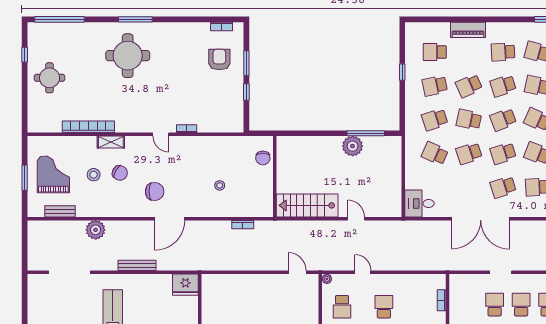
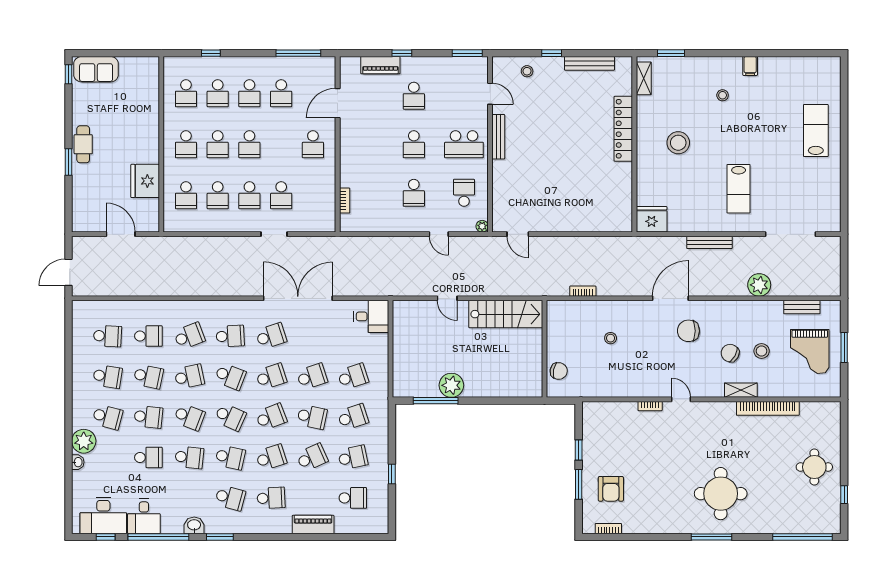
school desk: (435, 153) -> (353, 377), turned -42
chair: (263, 158) -> (559, 371), turned 101

